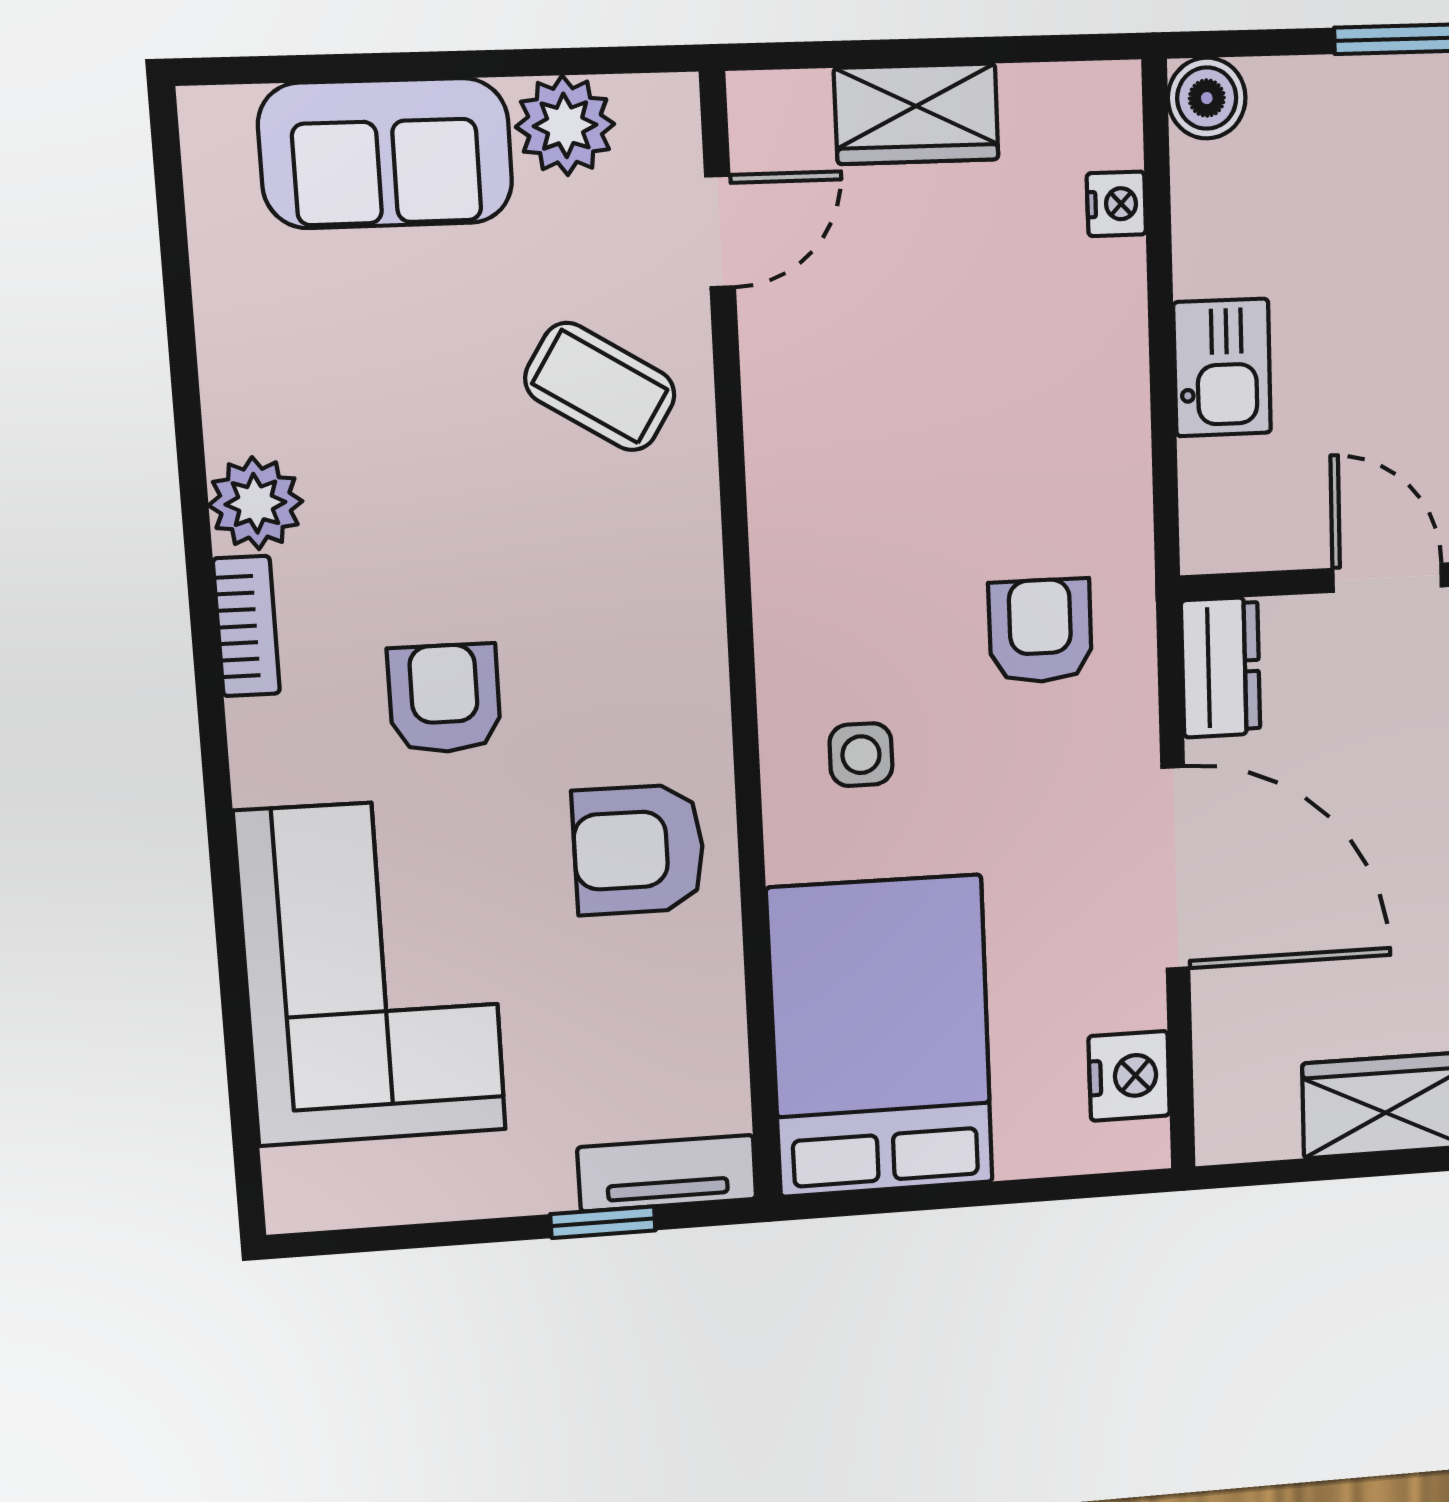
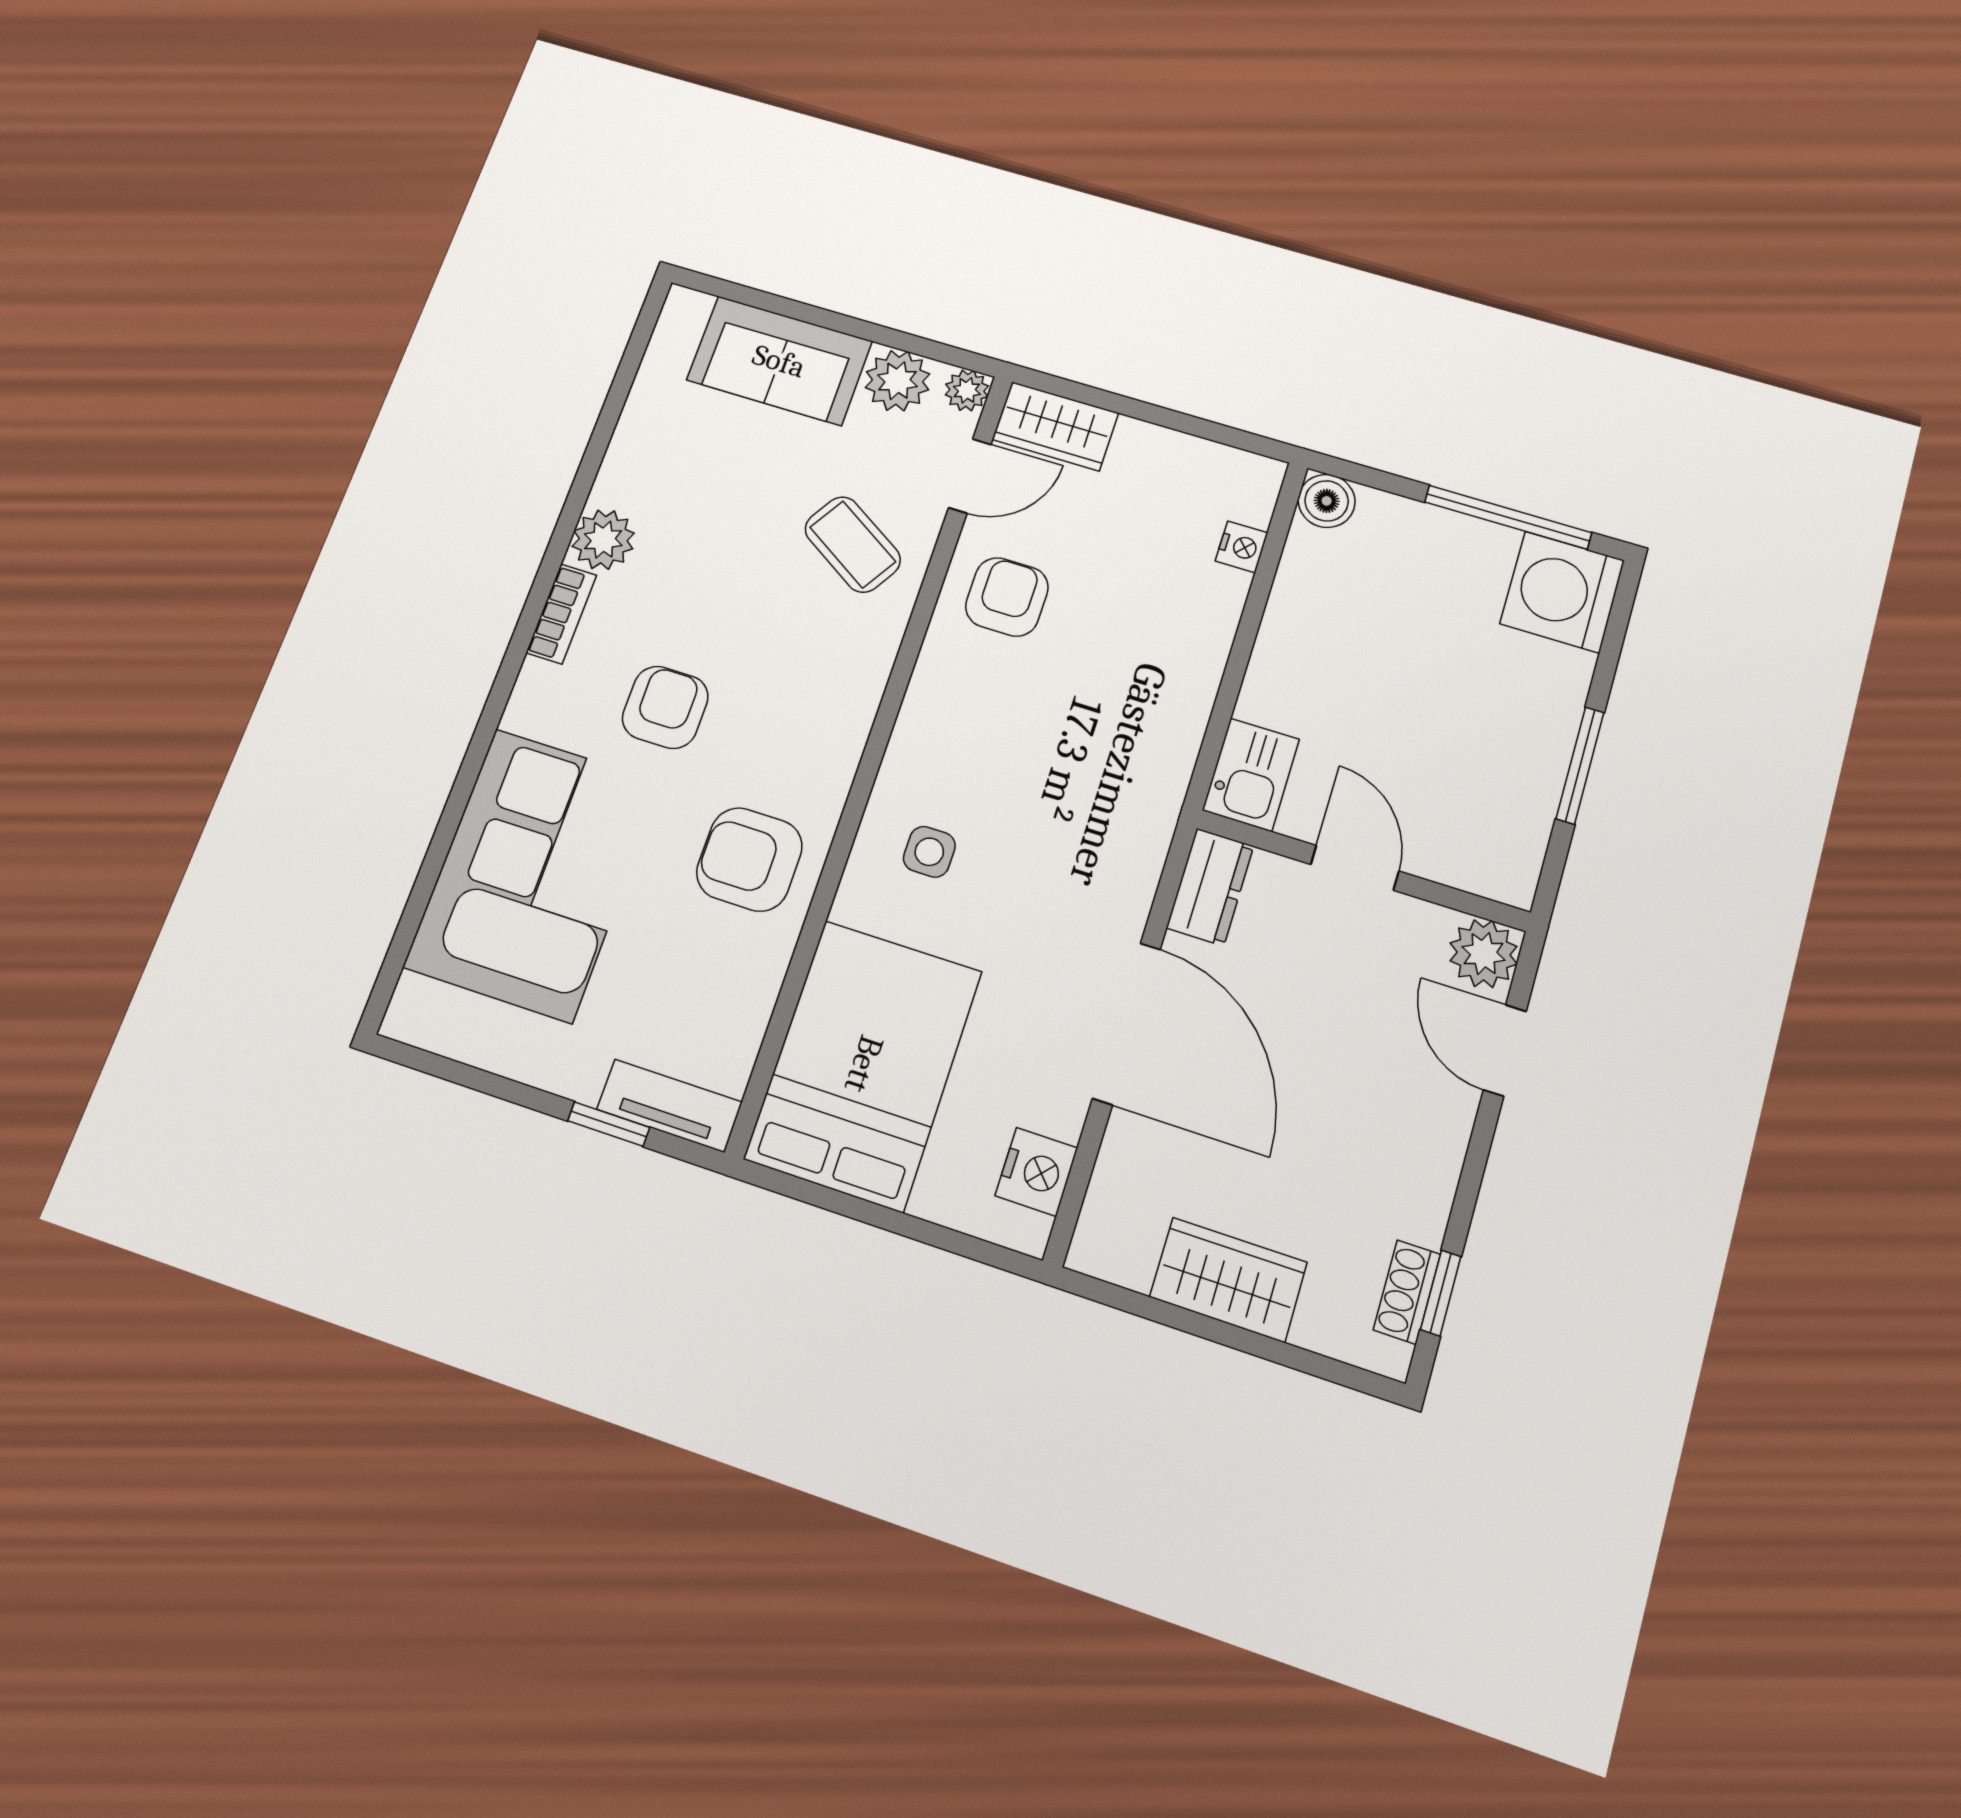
plant: (668, 106) -> (967, 390), added
wardrobe: (916, 114) -> (1055, 426), moved
kitchen sink: (1222, 368) -> (1251, 775), moved
armchair: (1040, 631) -> (1007, 597), moved

